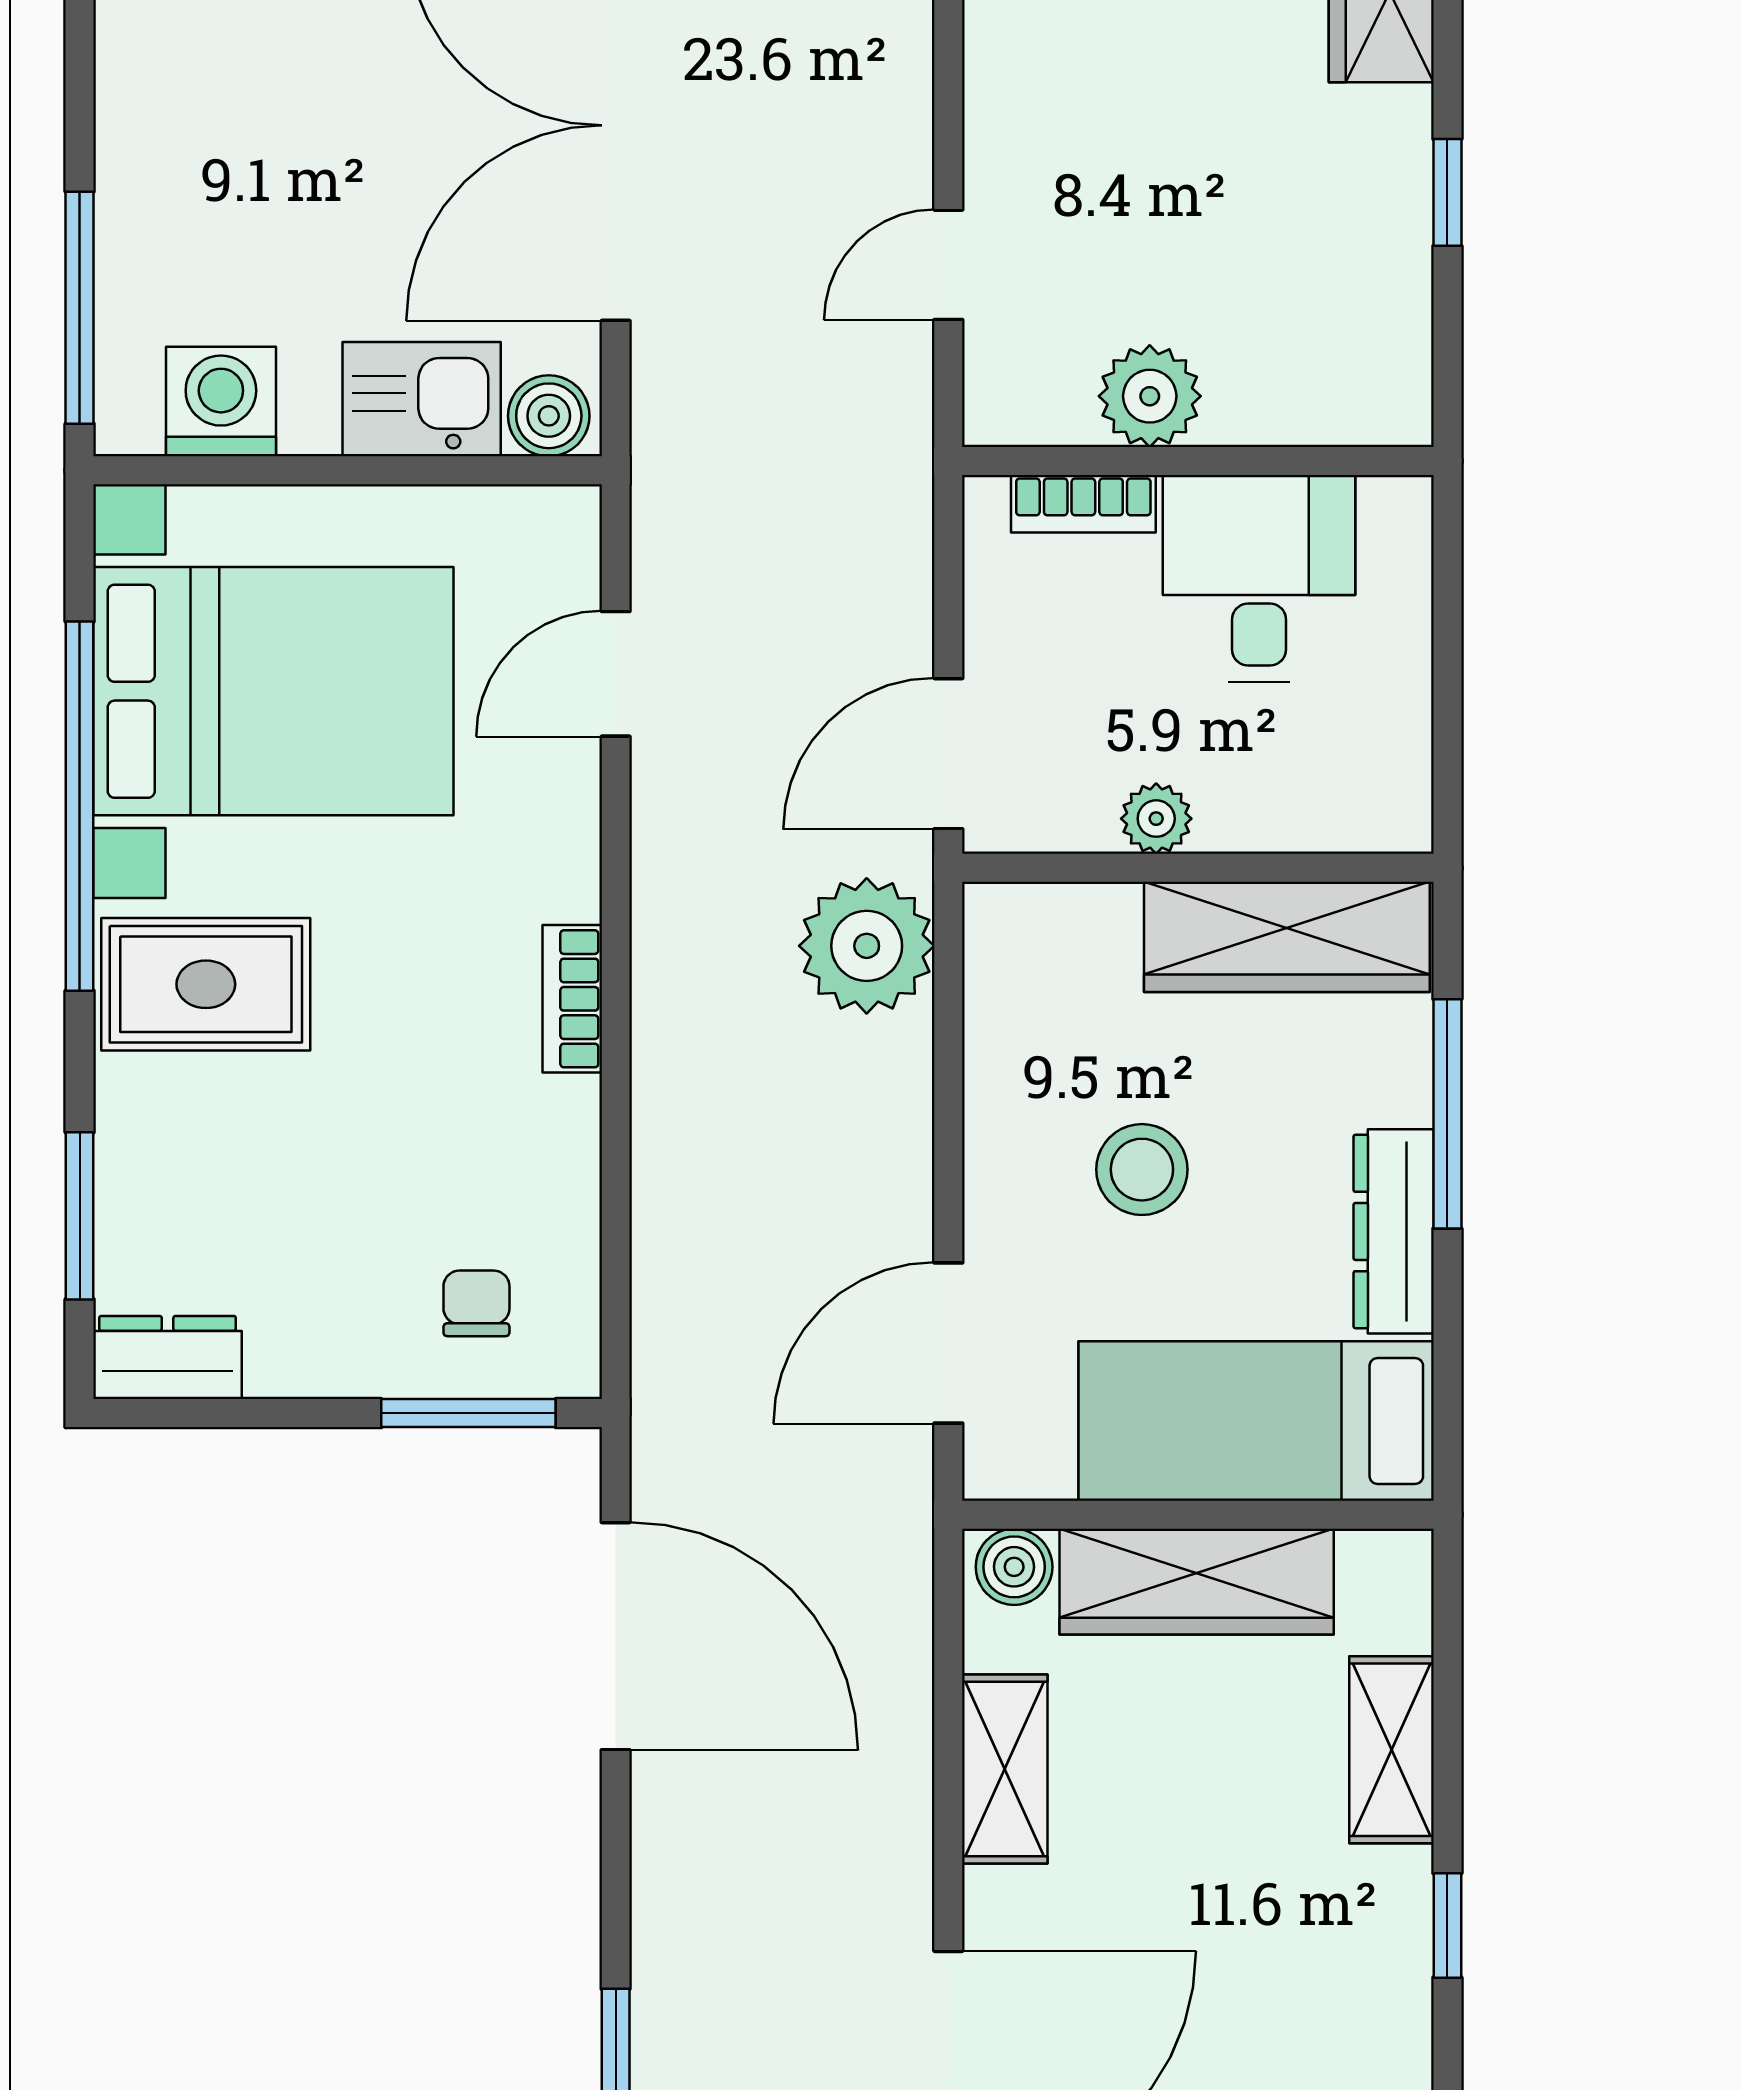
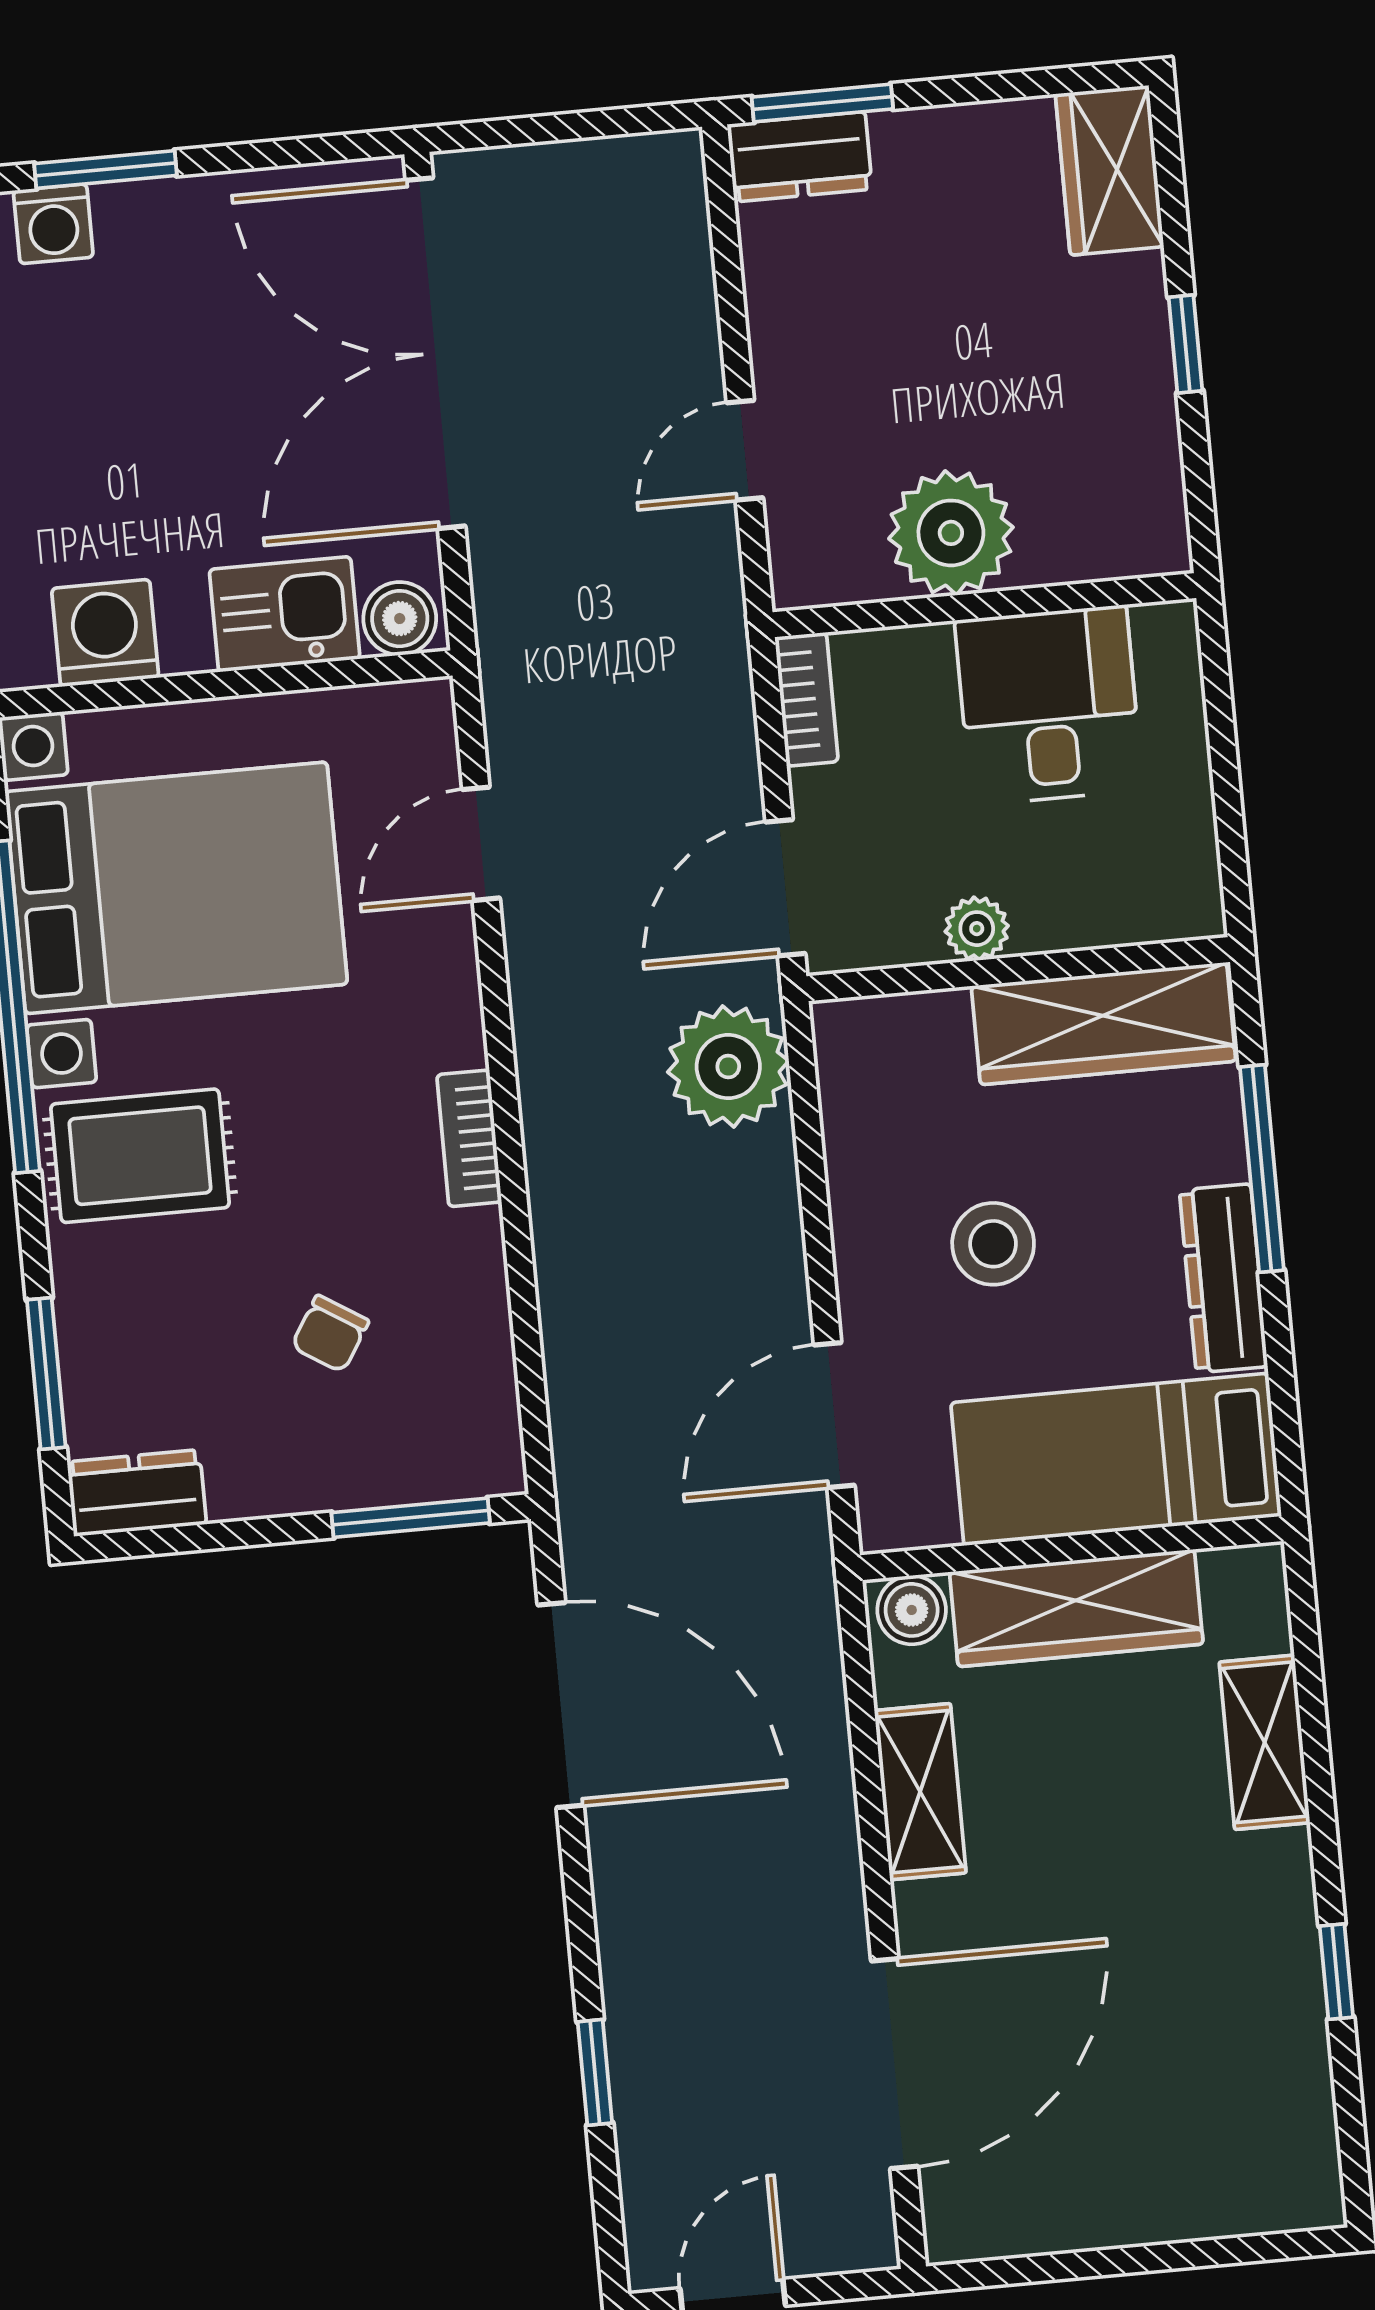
plant: (1150, 396) -> (951, 533), width x1.36, depth x1.36
bookcase: (1083, 504) -> (806, 699), moved, turned -90
chair: (476, 1303) -> (330, 1334), moved, turned -148
window: (1447, 1925) -> (1336, 1972), moved

